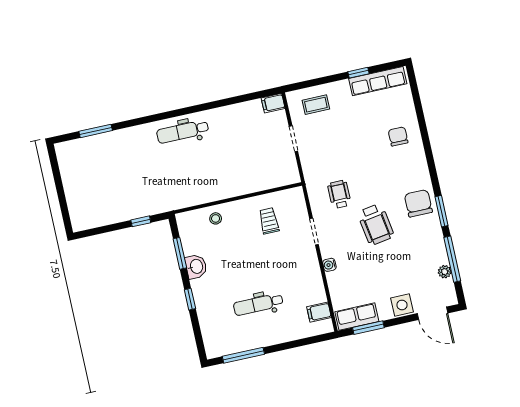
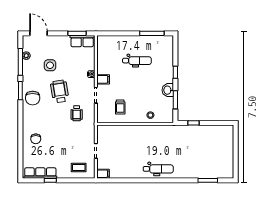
side table: (402, 305) -> (50, 65), moved
filing cabinet: (319, 312) -> (103, 79), moved

